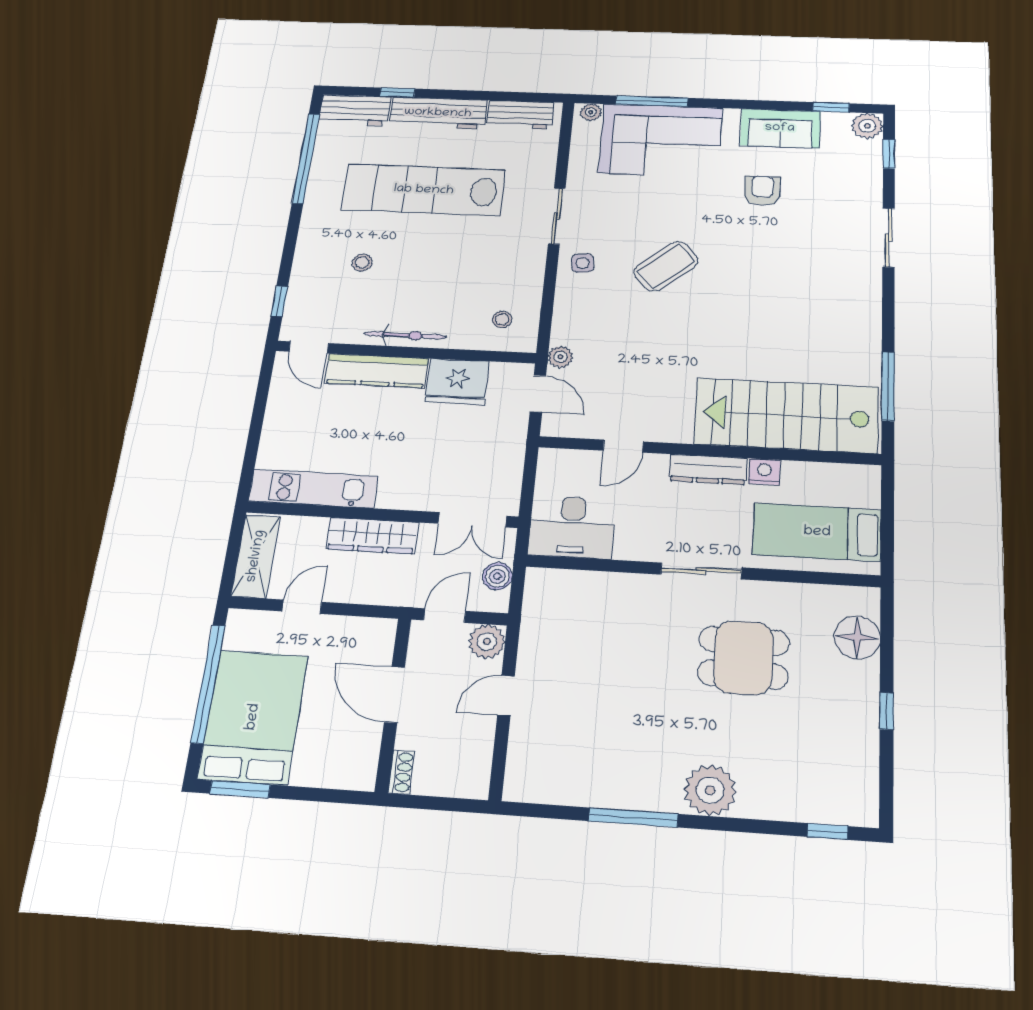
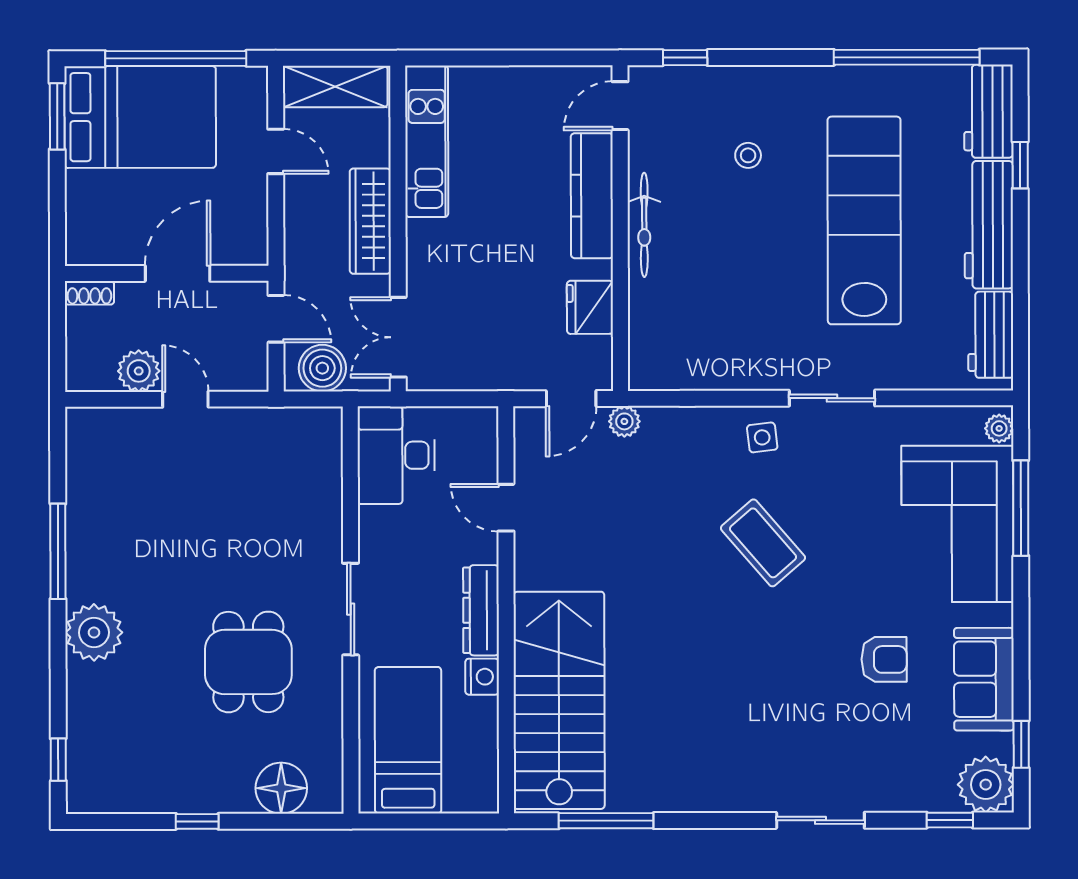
plant: (867, 126) -> (986, 785), width x1.36, depth x1.36
stool: (502, 319) -> (674, 344), removed
fridge: (457, 382) -> (590, 307), width x0.73, depth x0.75
boiler: (497, 576) -> (322, 368), width x1.36, depth x1.36
plant: (487, 642) -> (139, 371), moved

